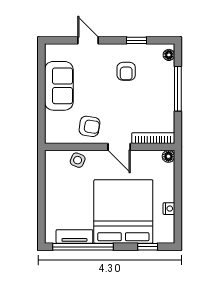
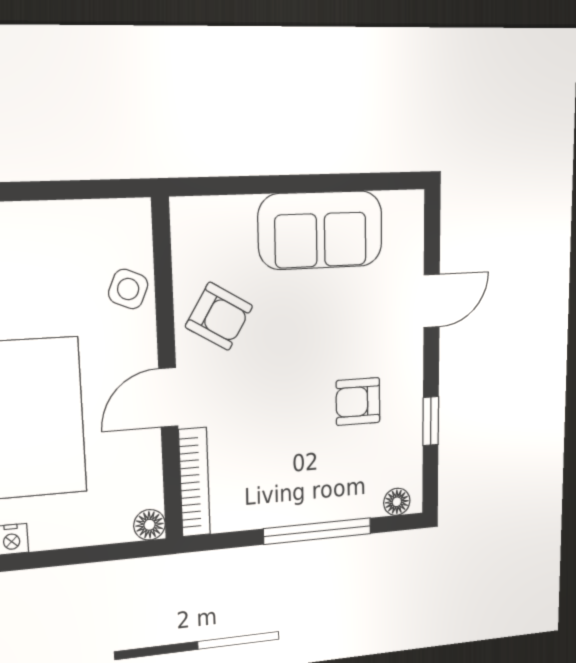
armchair: (89, 126) -> (219, 316), turned -68

